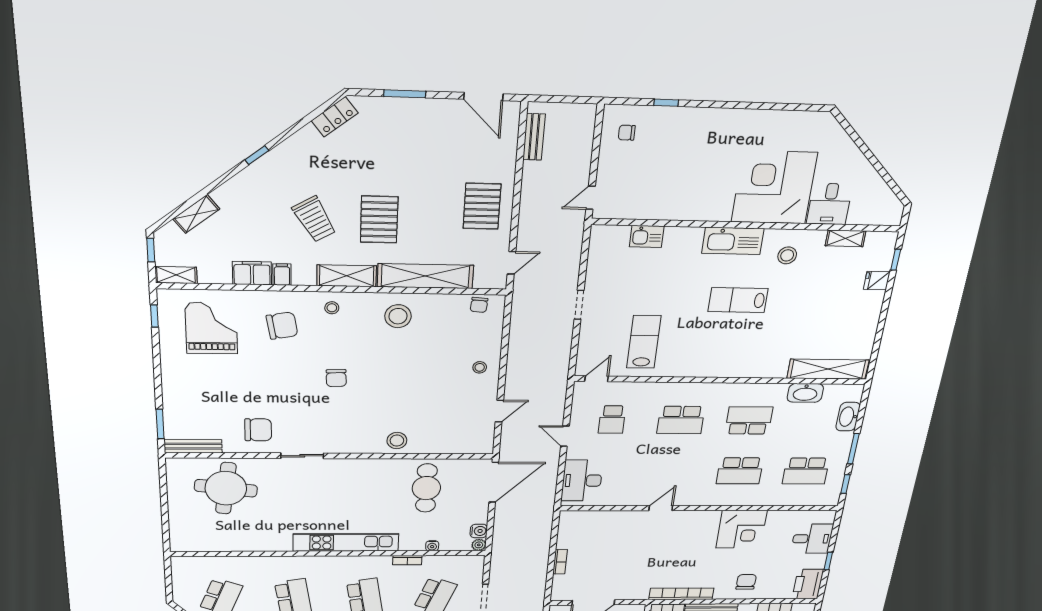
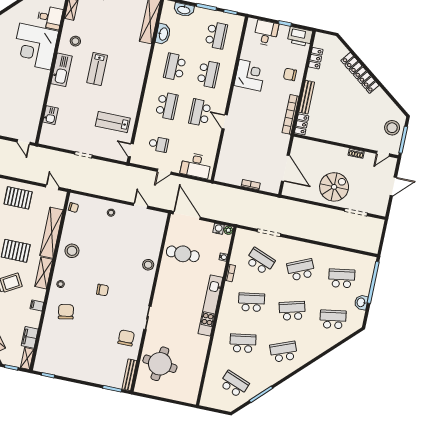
filing cabinet: (252, 273) -> (30, 337), moved
grand piano: (211, 328) -> (60, 348), removed
school desk: (673, 471) -> (200, 113), added

